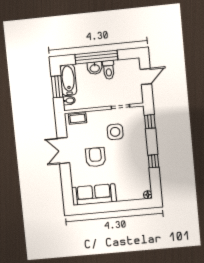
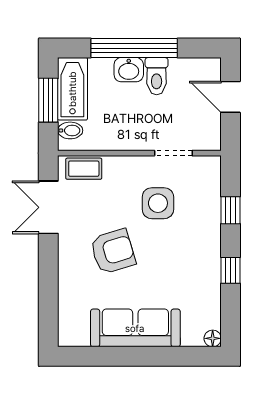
door: (146, 76) -> (230, 97), swing flipped
window: (150, 122) -> (230, 210), moved
double door: (63, 151) -> (48, 207), moved
armchair: (95, 157) -> (113, 251), turned 73
sofa: (94, 195) -> (135, 328), moved

